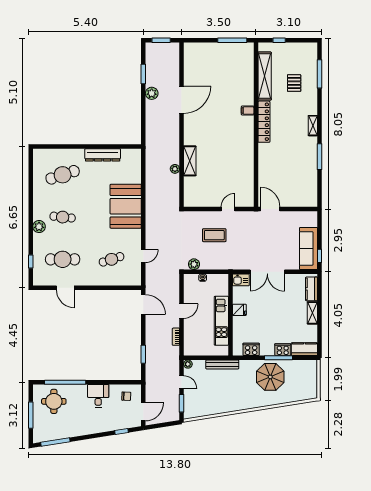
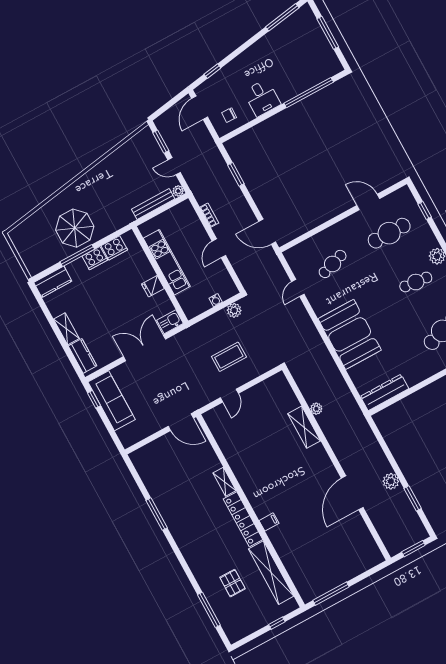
shelving: (313, 126) -> (225, 482), moved
dresser: (103, 155) -> (385, 392), moved
cooker: (283, 350) -> (95, 258), moved
bench: (222, 364) -> (153, 204), moved
round table: (54, 401) -> (310, 63), removed

